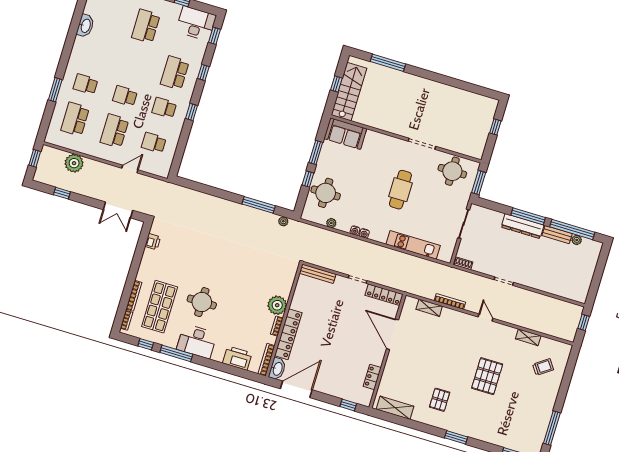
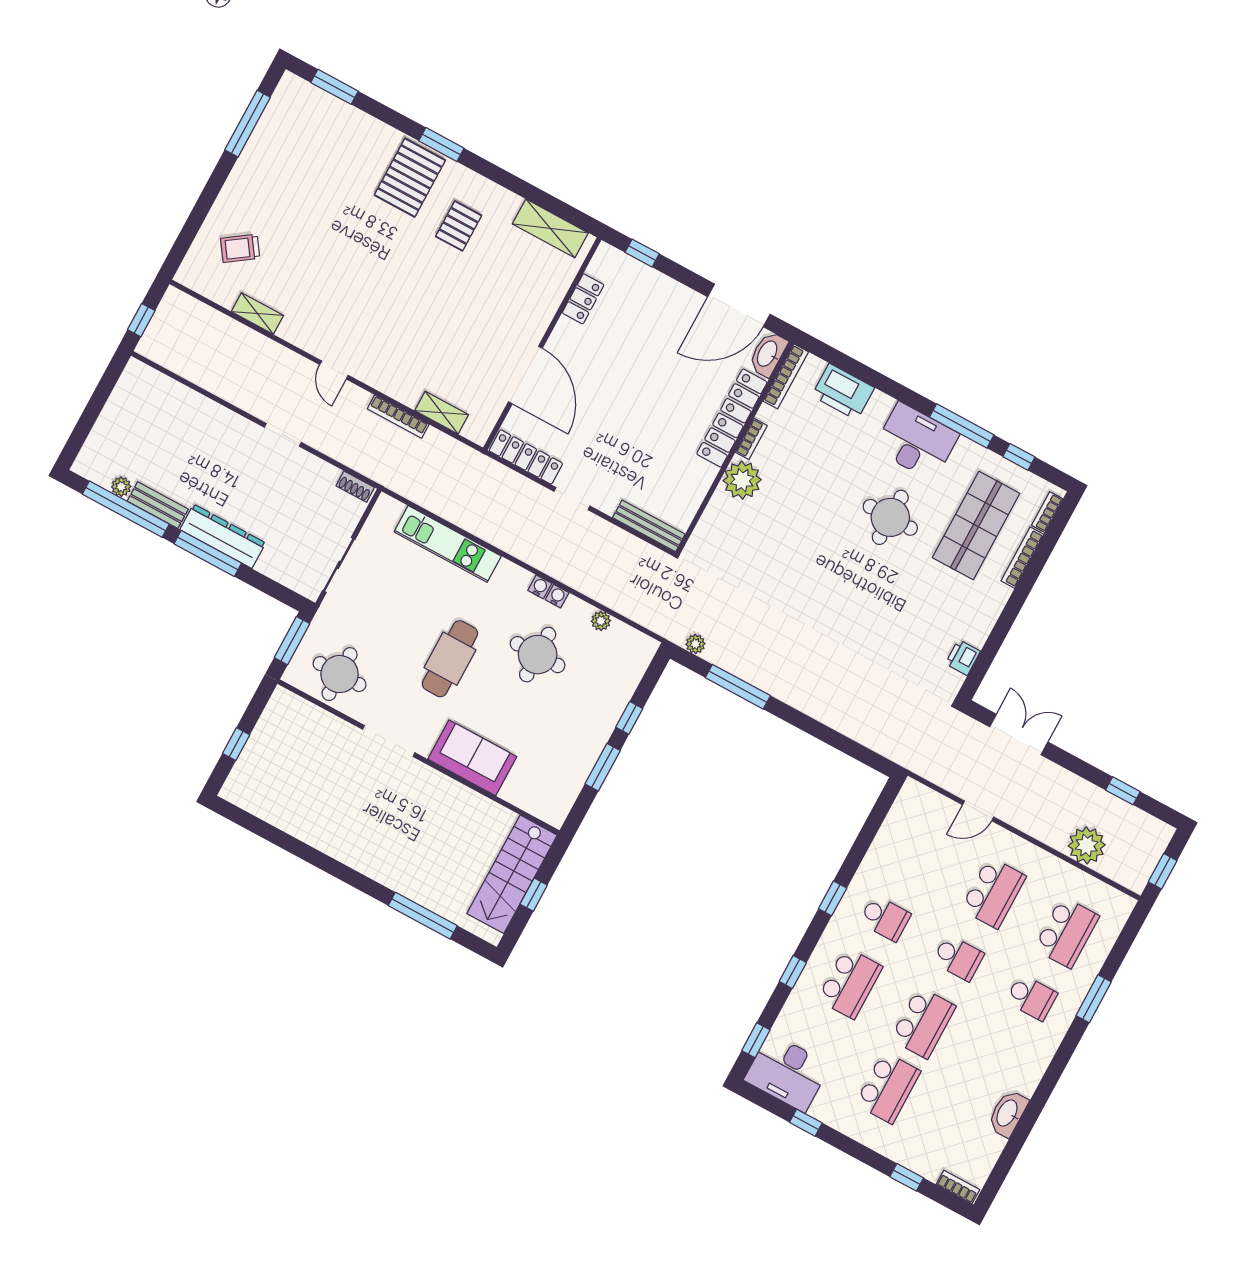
sofa: (345, 134) -> (472, 758), moved
school desk: (154, 143) -> (923, 1023), moved, width x1.85
round table: (326, 193) -> (538, 655), moved
pallet: (487, 376) -> (410, 178), moved

